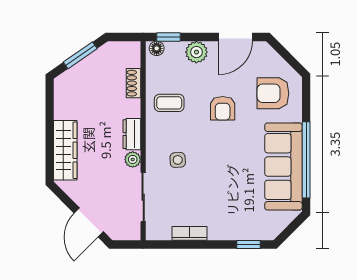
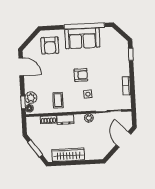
plant: (196, 52) -> (31, 98), moved
armchair: (223, 108) -> (81, 75), moved
dresser: (132, 134) -> (65, 120), moved
wardrobe: (65, 150) -> (68, 155), moved
sofa: (283, 167) -> (82, 38), width x0.73
door: (89, 222) -> (123, 139), swing flipped

